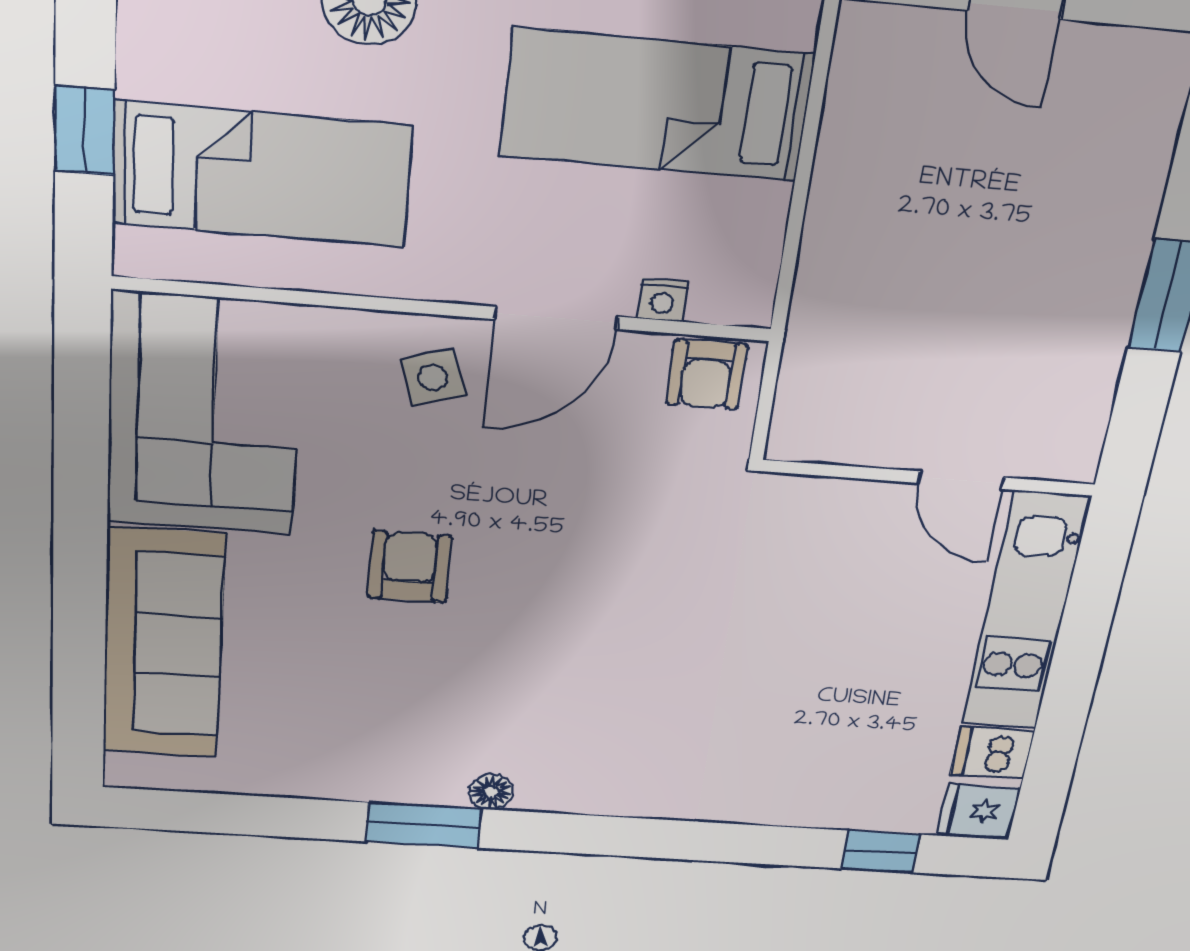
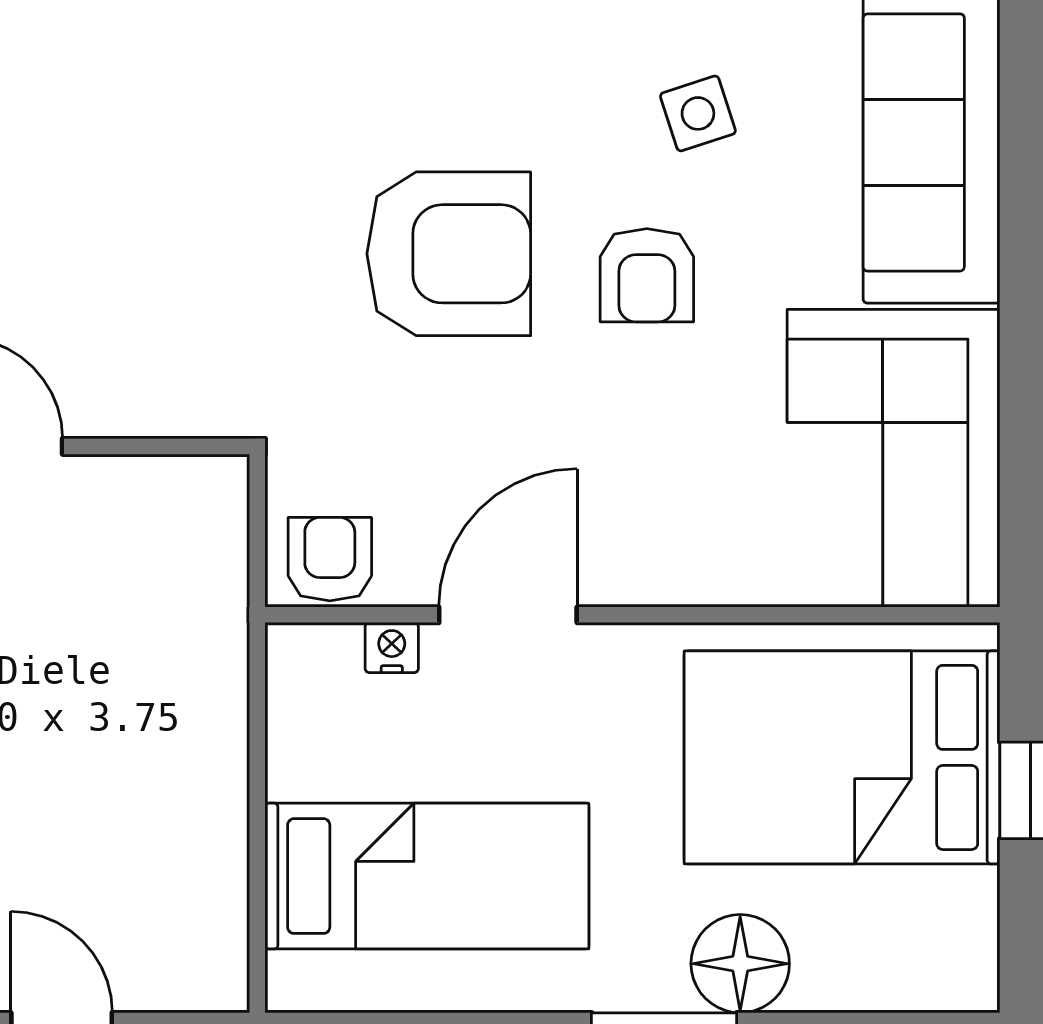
bed: (262, 174) -> (842, 757), width x1.50
side table: (433, 377) -> (698, 113), moved
armchair: (574, 593) -> (449, 254), added

